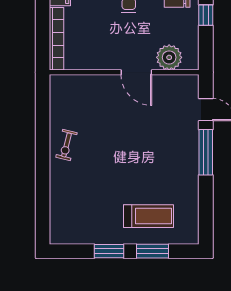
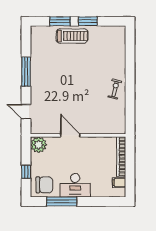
plant: (169, 57) -> (39, 145), moved
window: (206, 152) -> (26, 72), moved
treadmill: (149, 216) -> (72, 36), moved, turned 180

